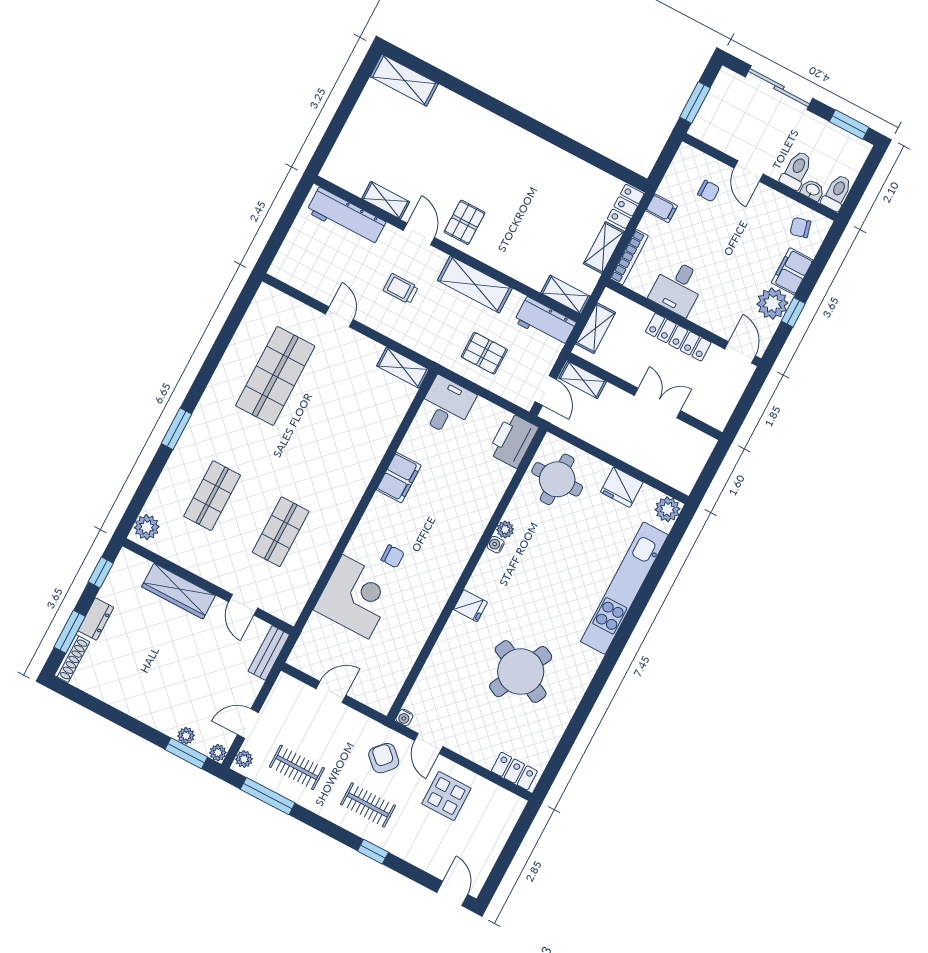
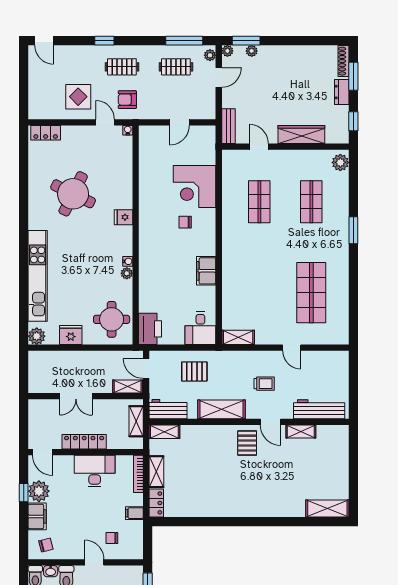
desk: (678, 288) -> (95, 471), width x1.37
armchair: (384, 758) -> (127, 100), turned 137

